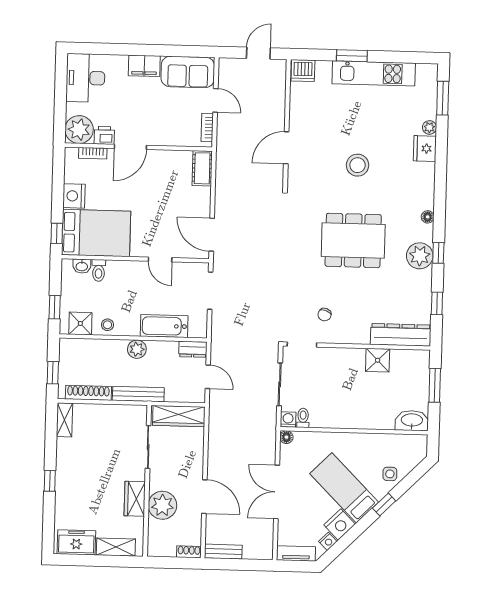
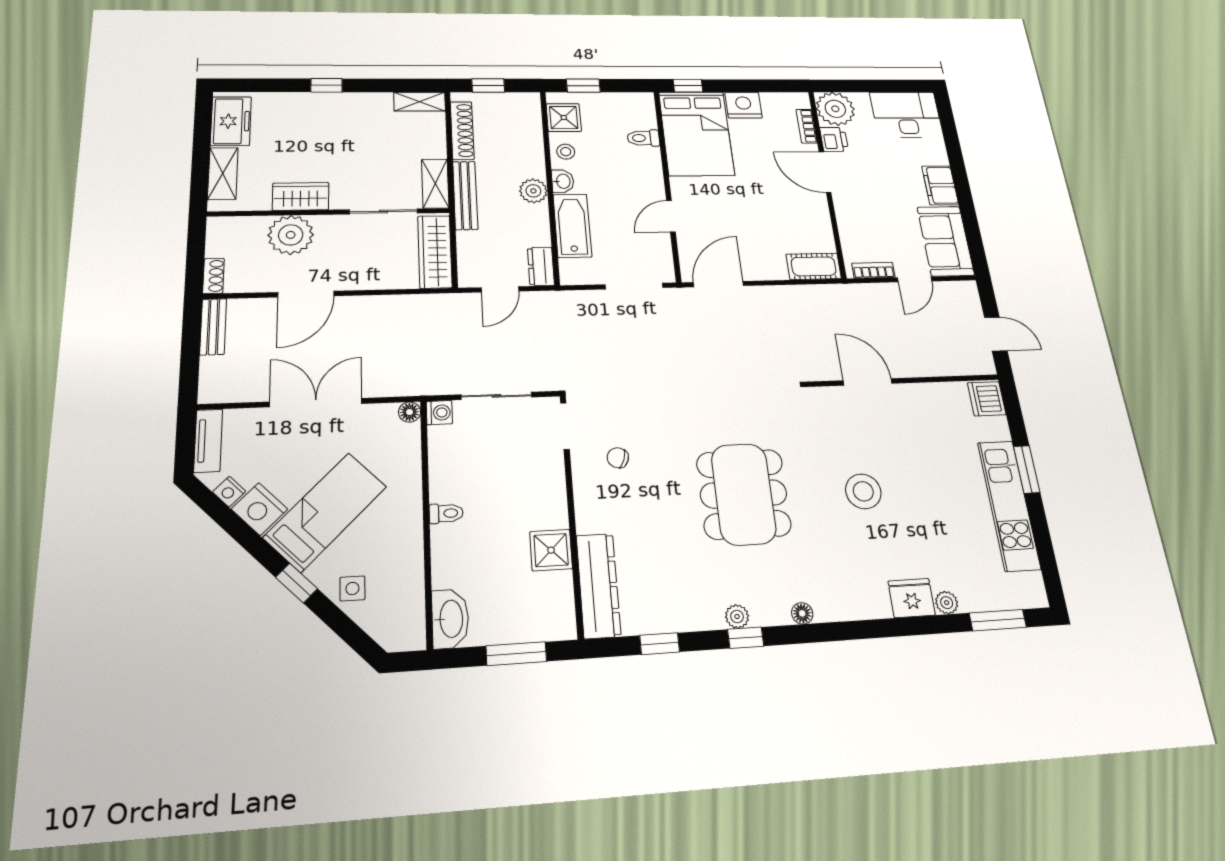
plant: (420, 256) -> (737, 616), width x0.53, depth x0.53
washbasin: (82, 266) -> (563, 181), moved, turned 180
shelving: (129, 413) -> (435, 184), added
toilet: (303, 418) -> (446, 513), moved

